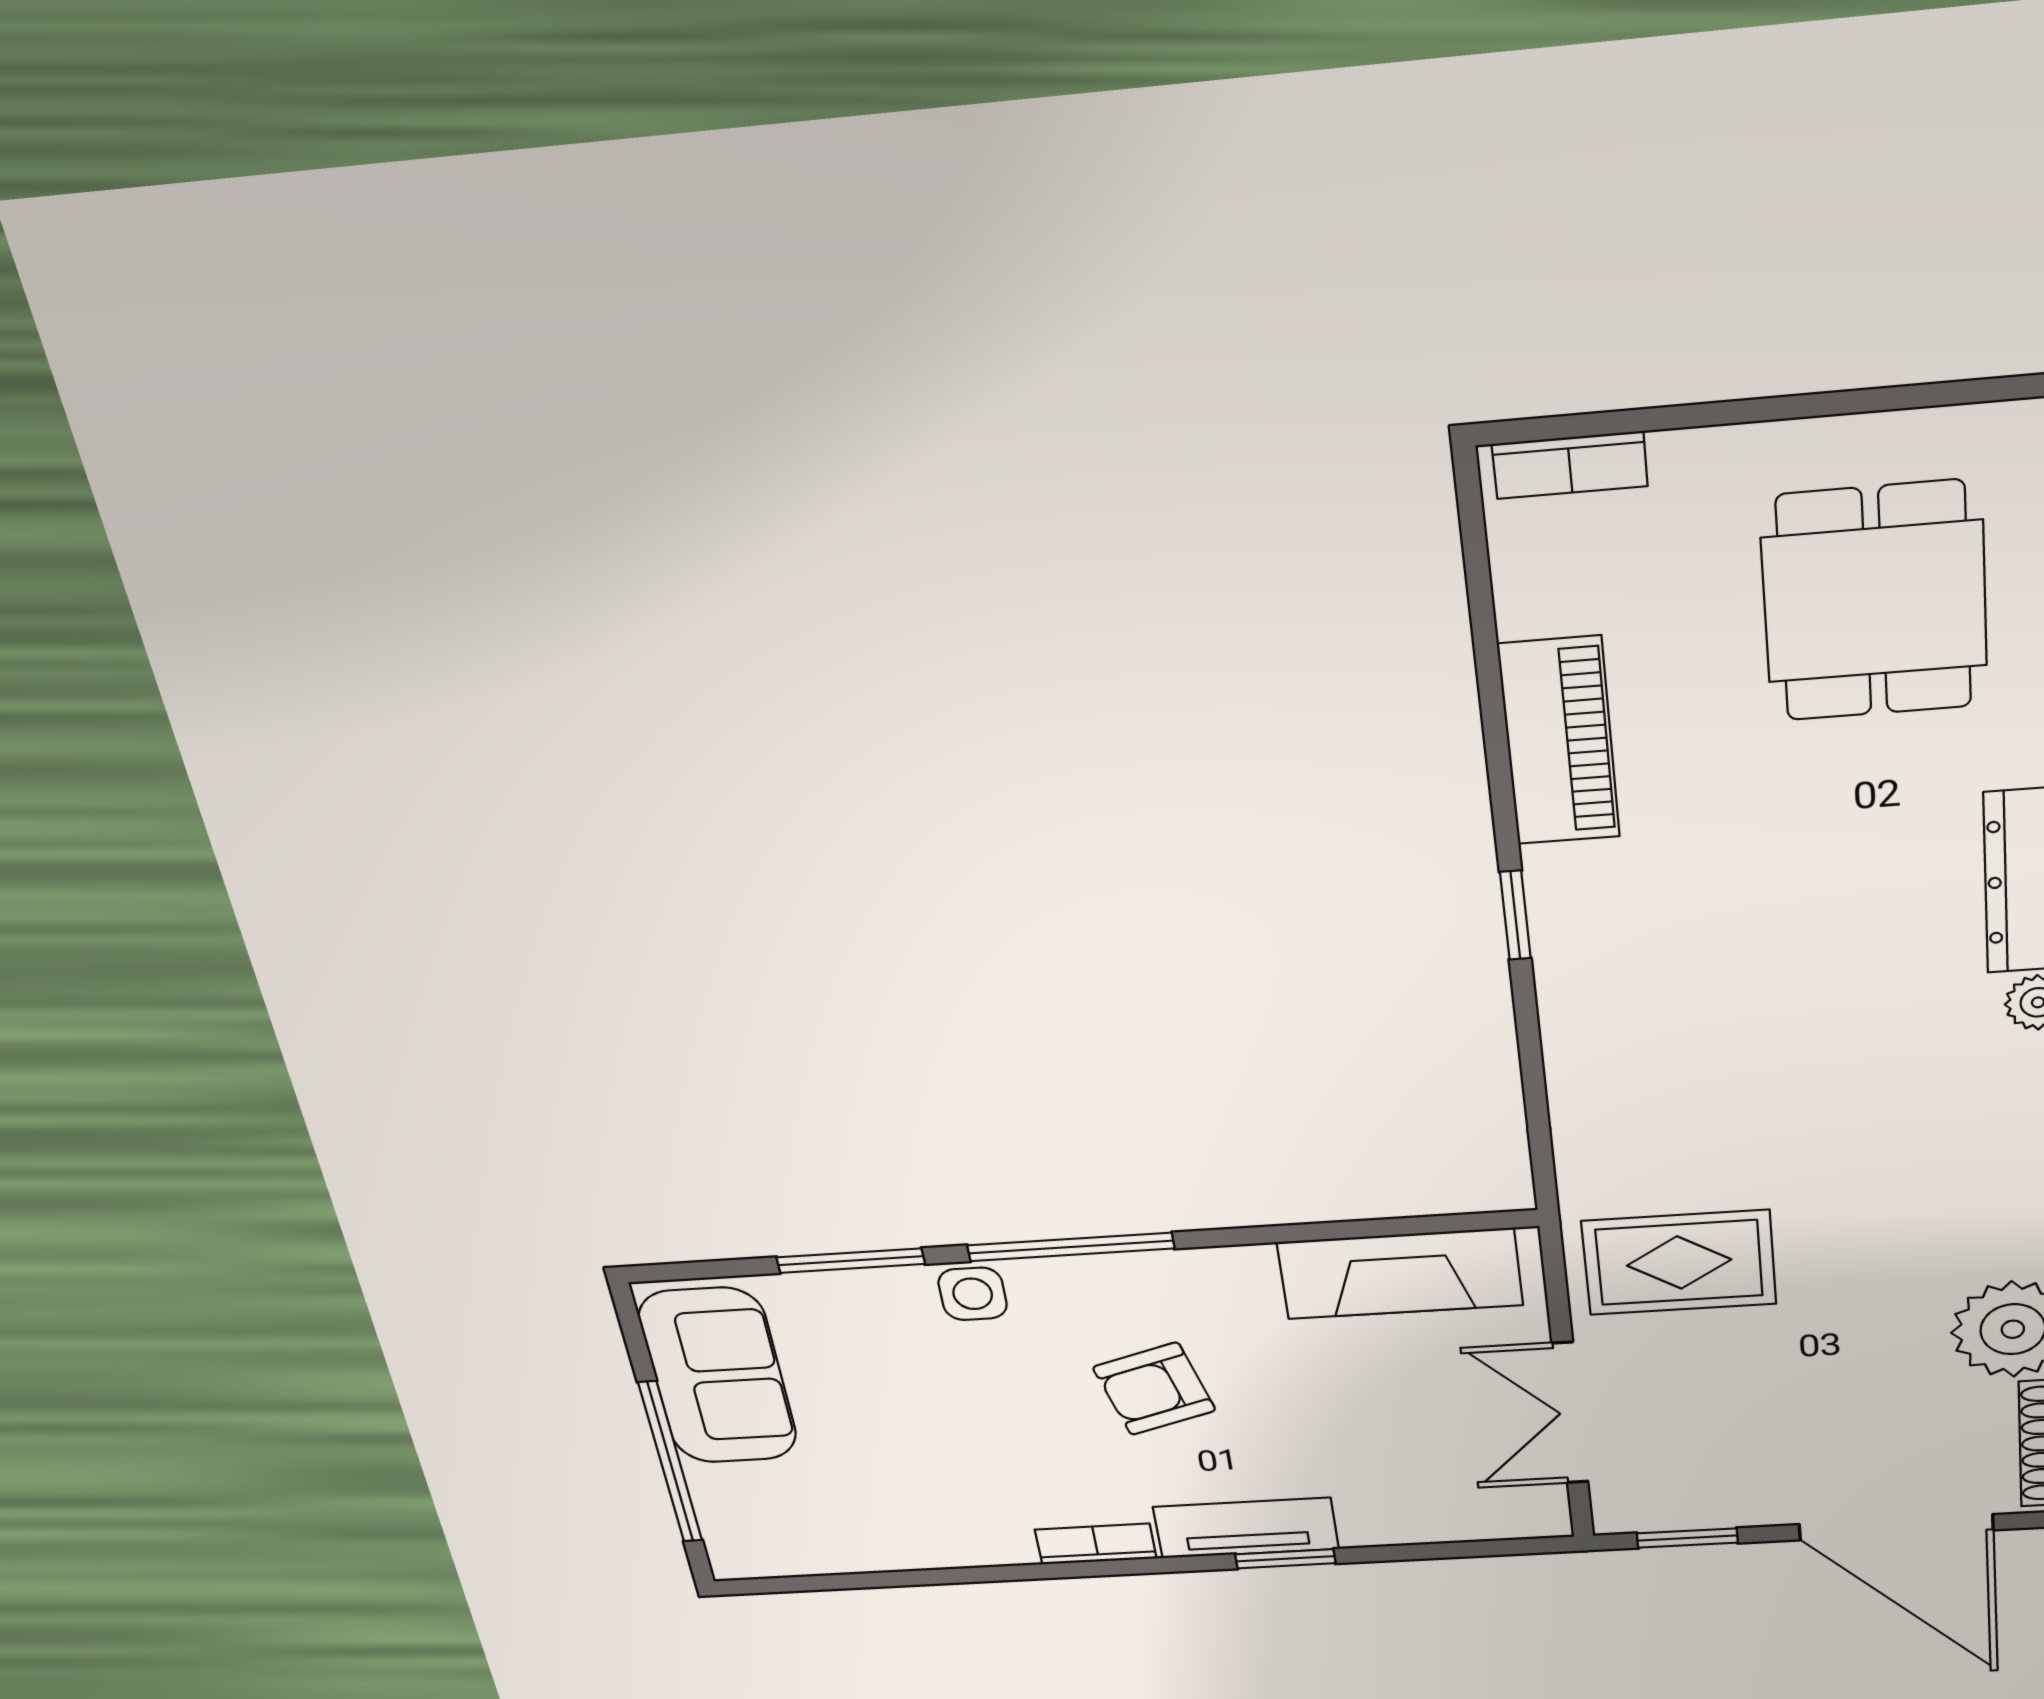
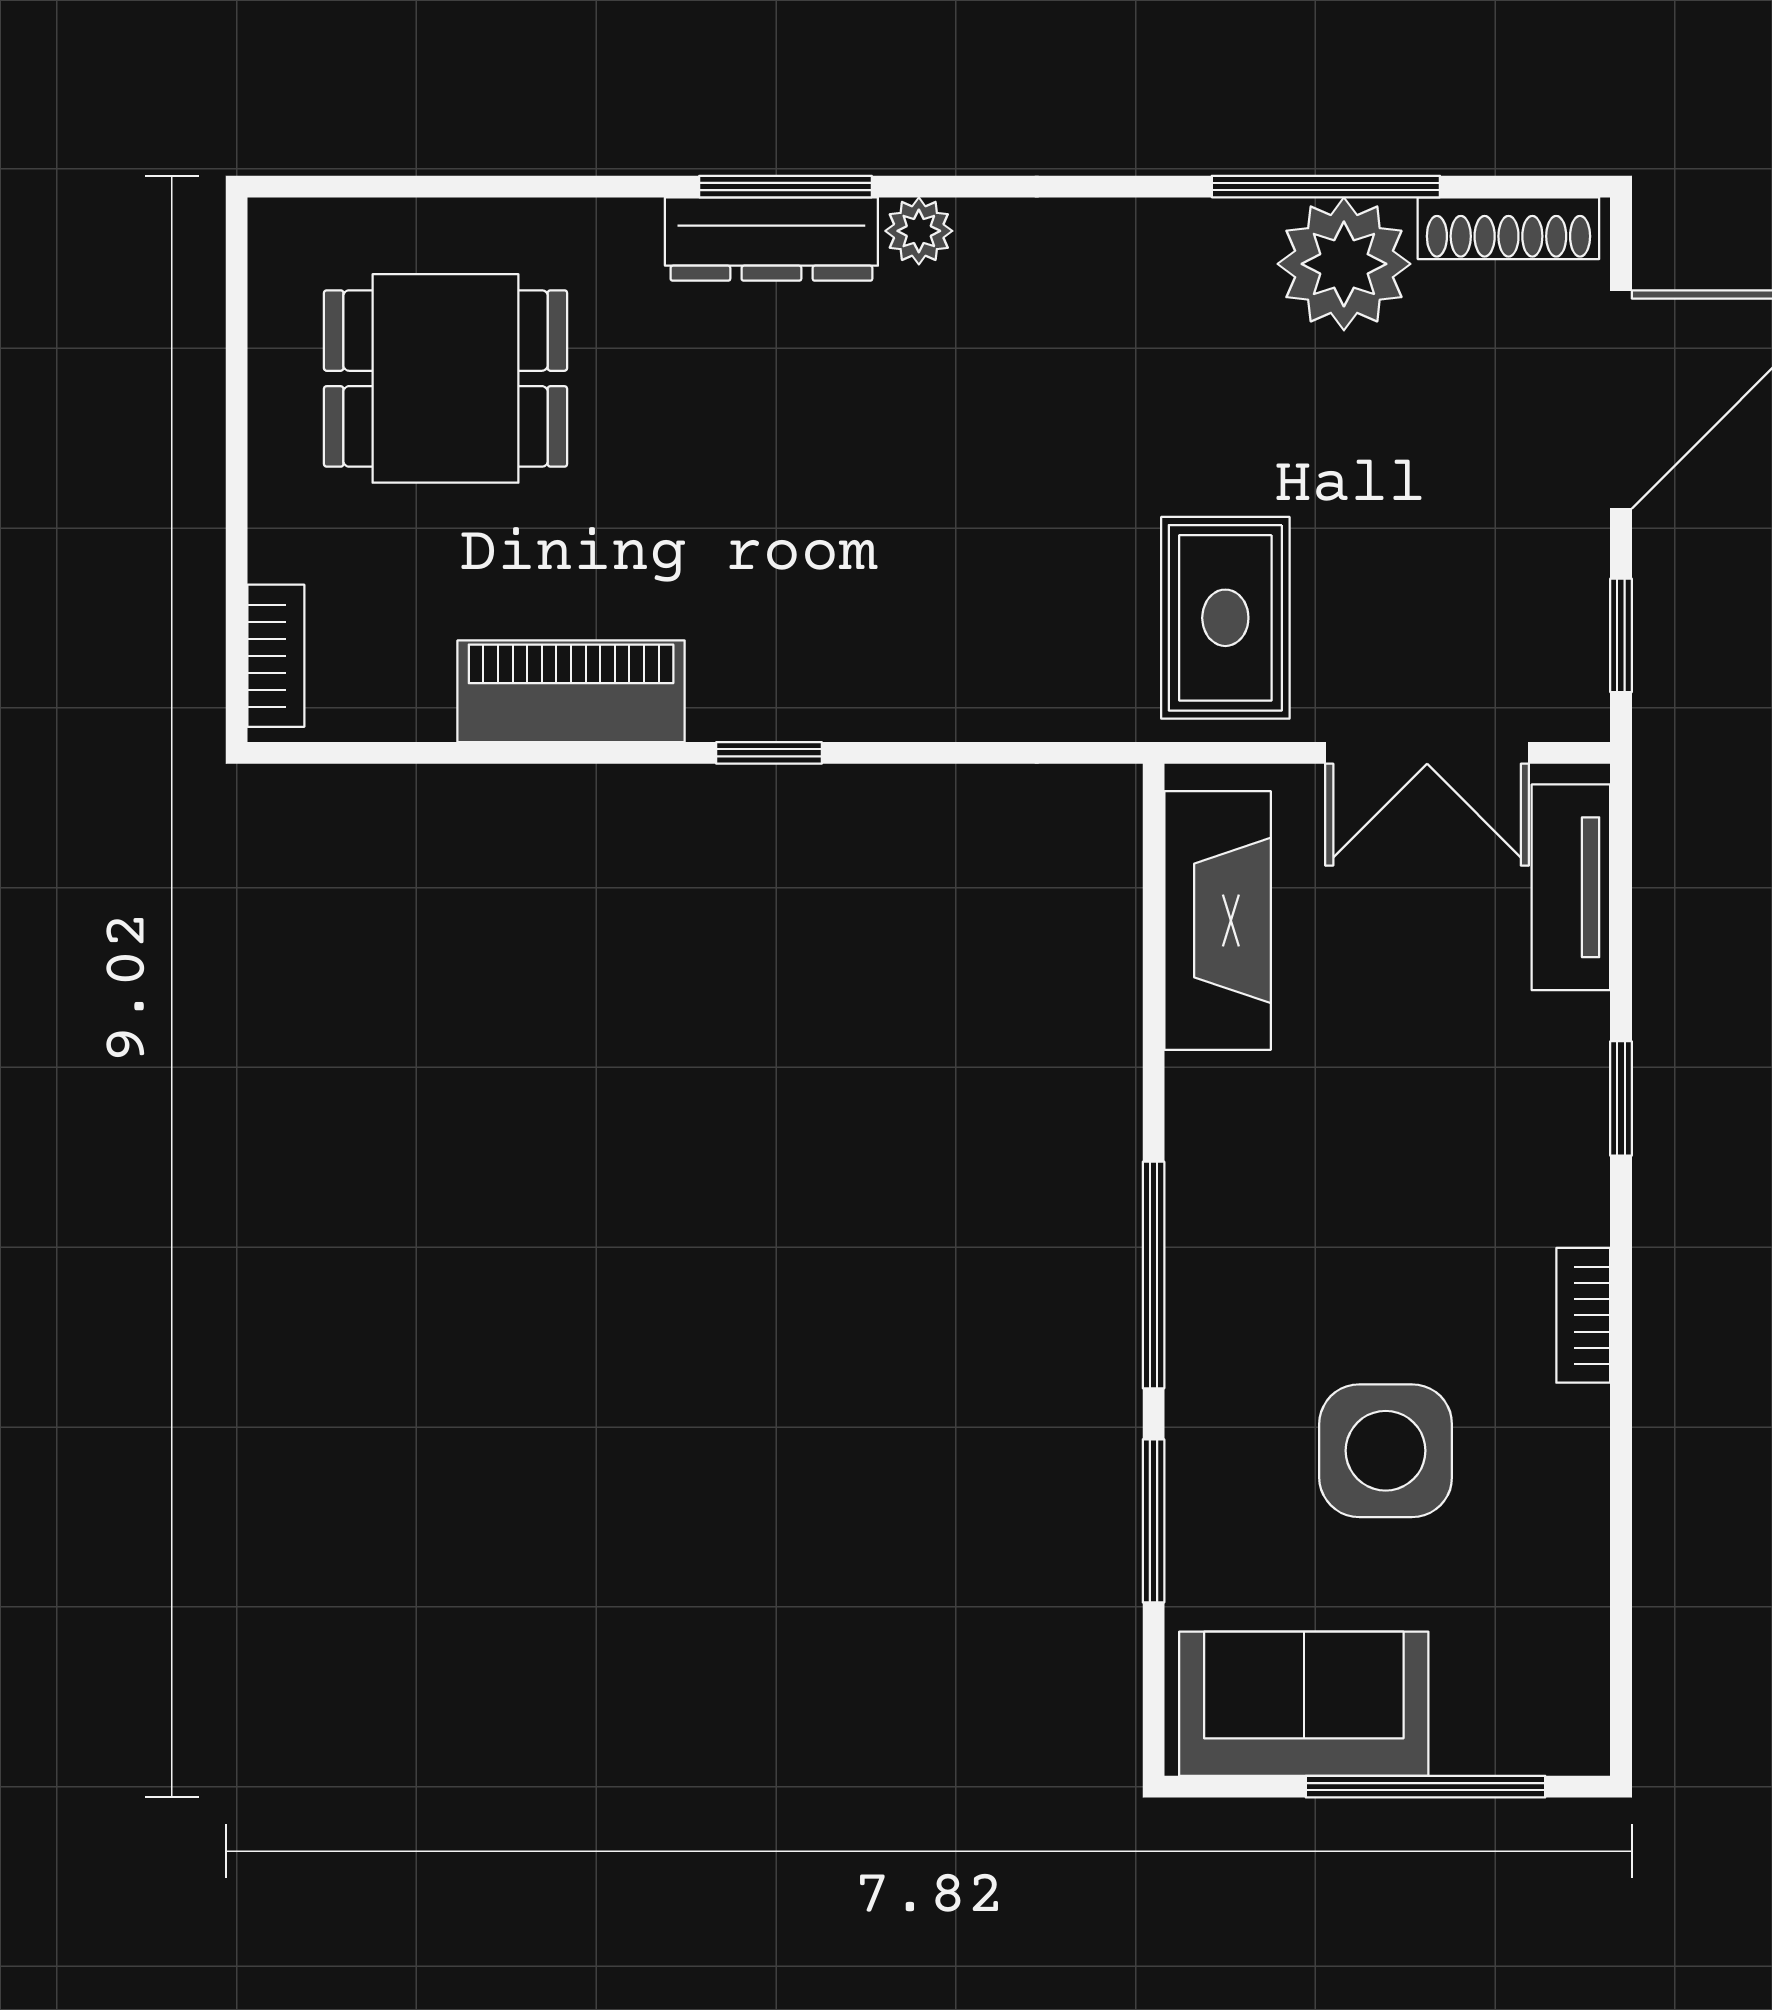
side table: (973, 1294) -> (1386, 1451), moved, width x1.87, depth x1.87
armchair: (1154, 1389) -> (1358, 1213), removed
tv unit: (1246, 1528) -> (1571, 887), moved

